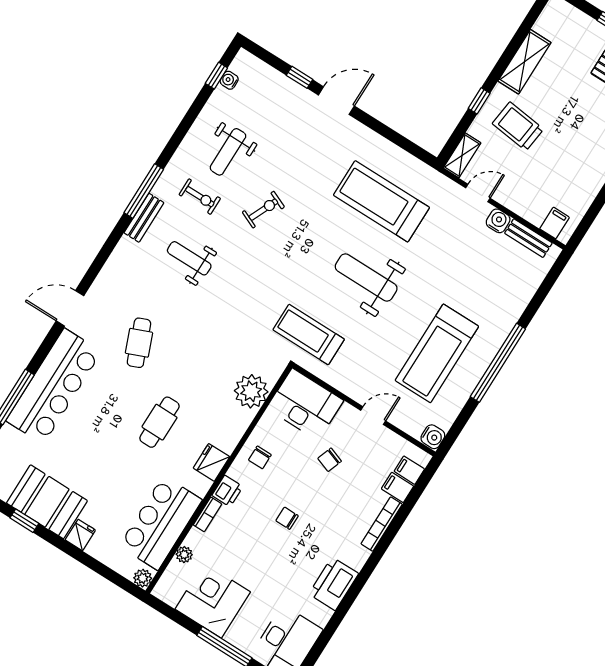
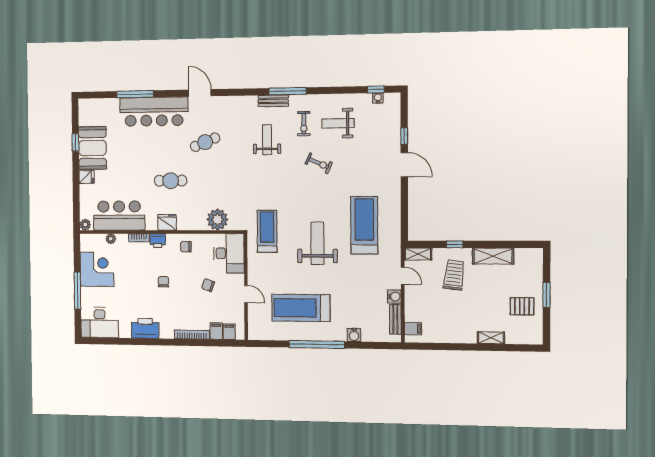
water cooler: (433, 437) -> (354, 335), moved

